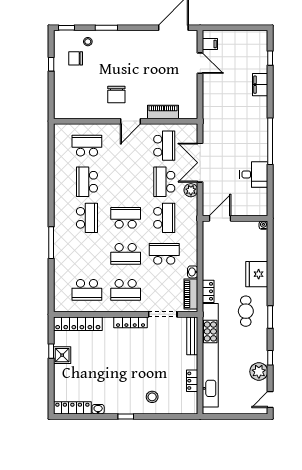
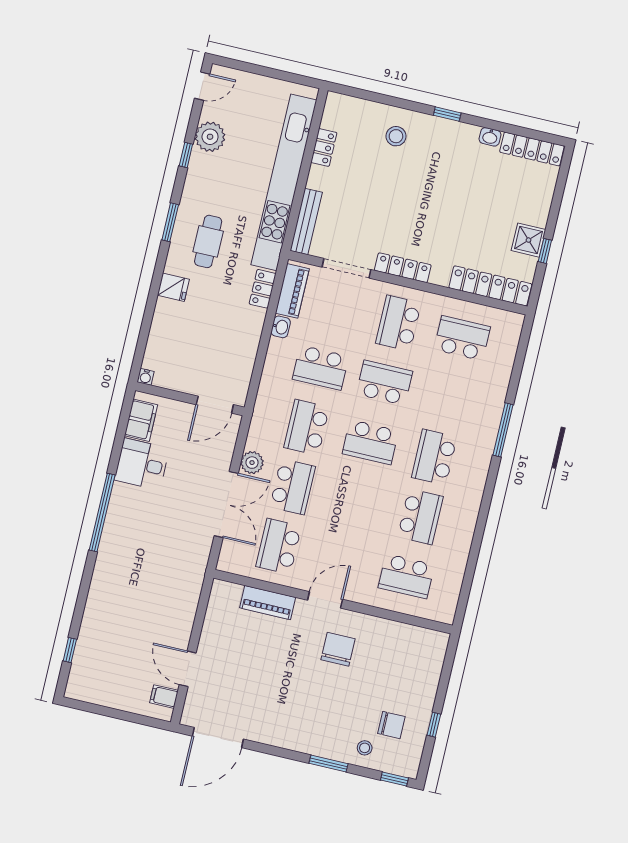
filing cabinet: (260, 85) -> (141, 420), moved
fridge: (257, 274) -> (173, 287), width x0.53, depth x0.75
school desk: (126, 290) -> (398, 323), turned -90

